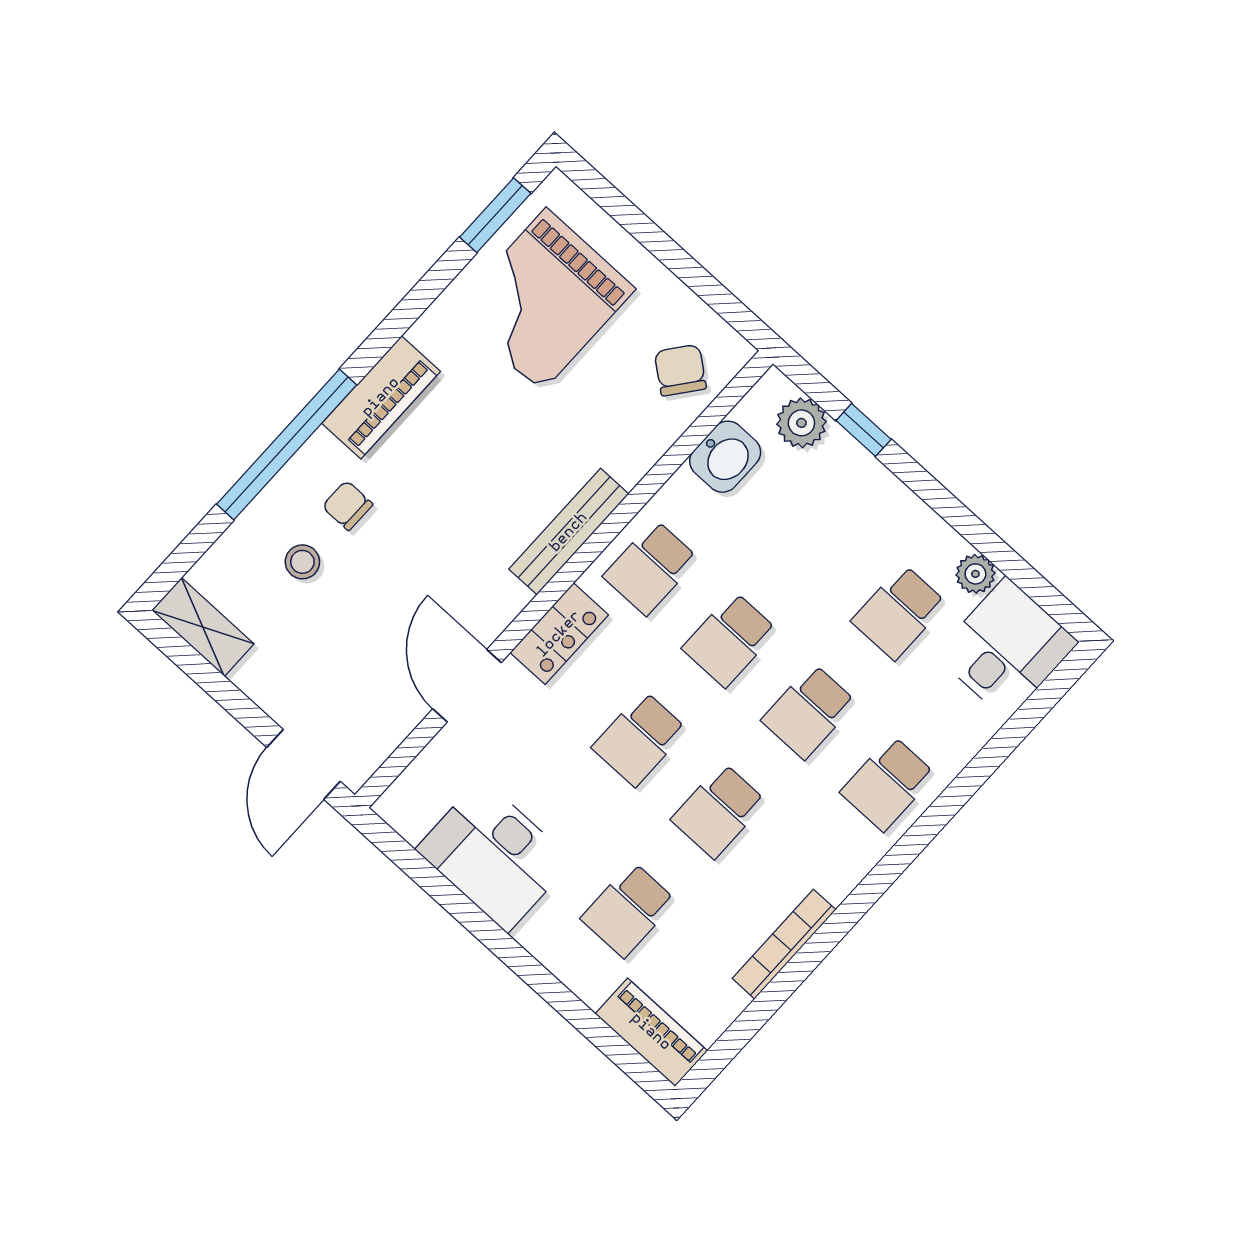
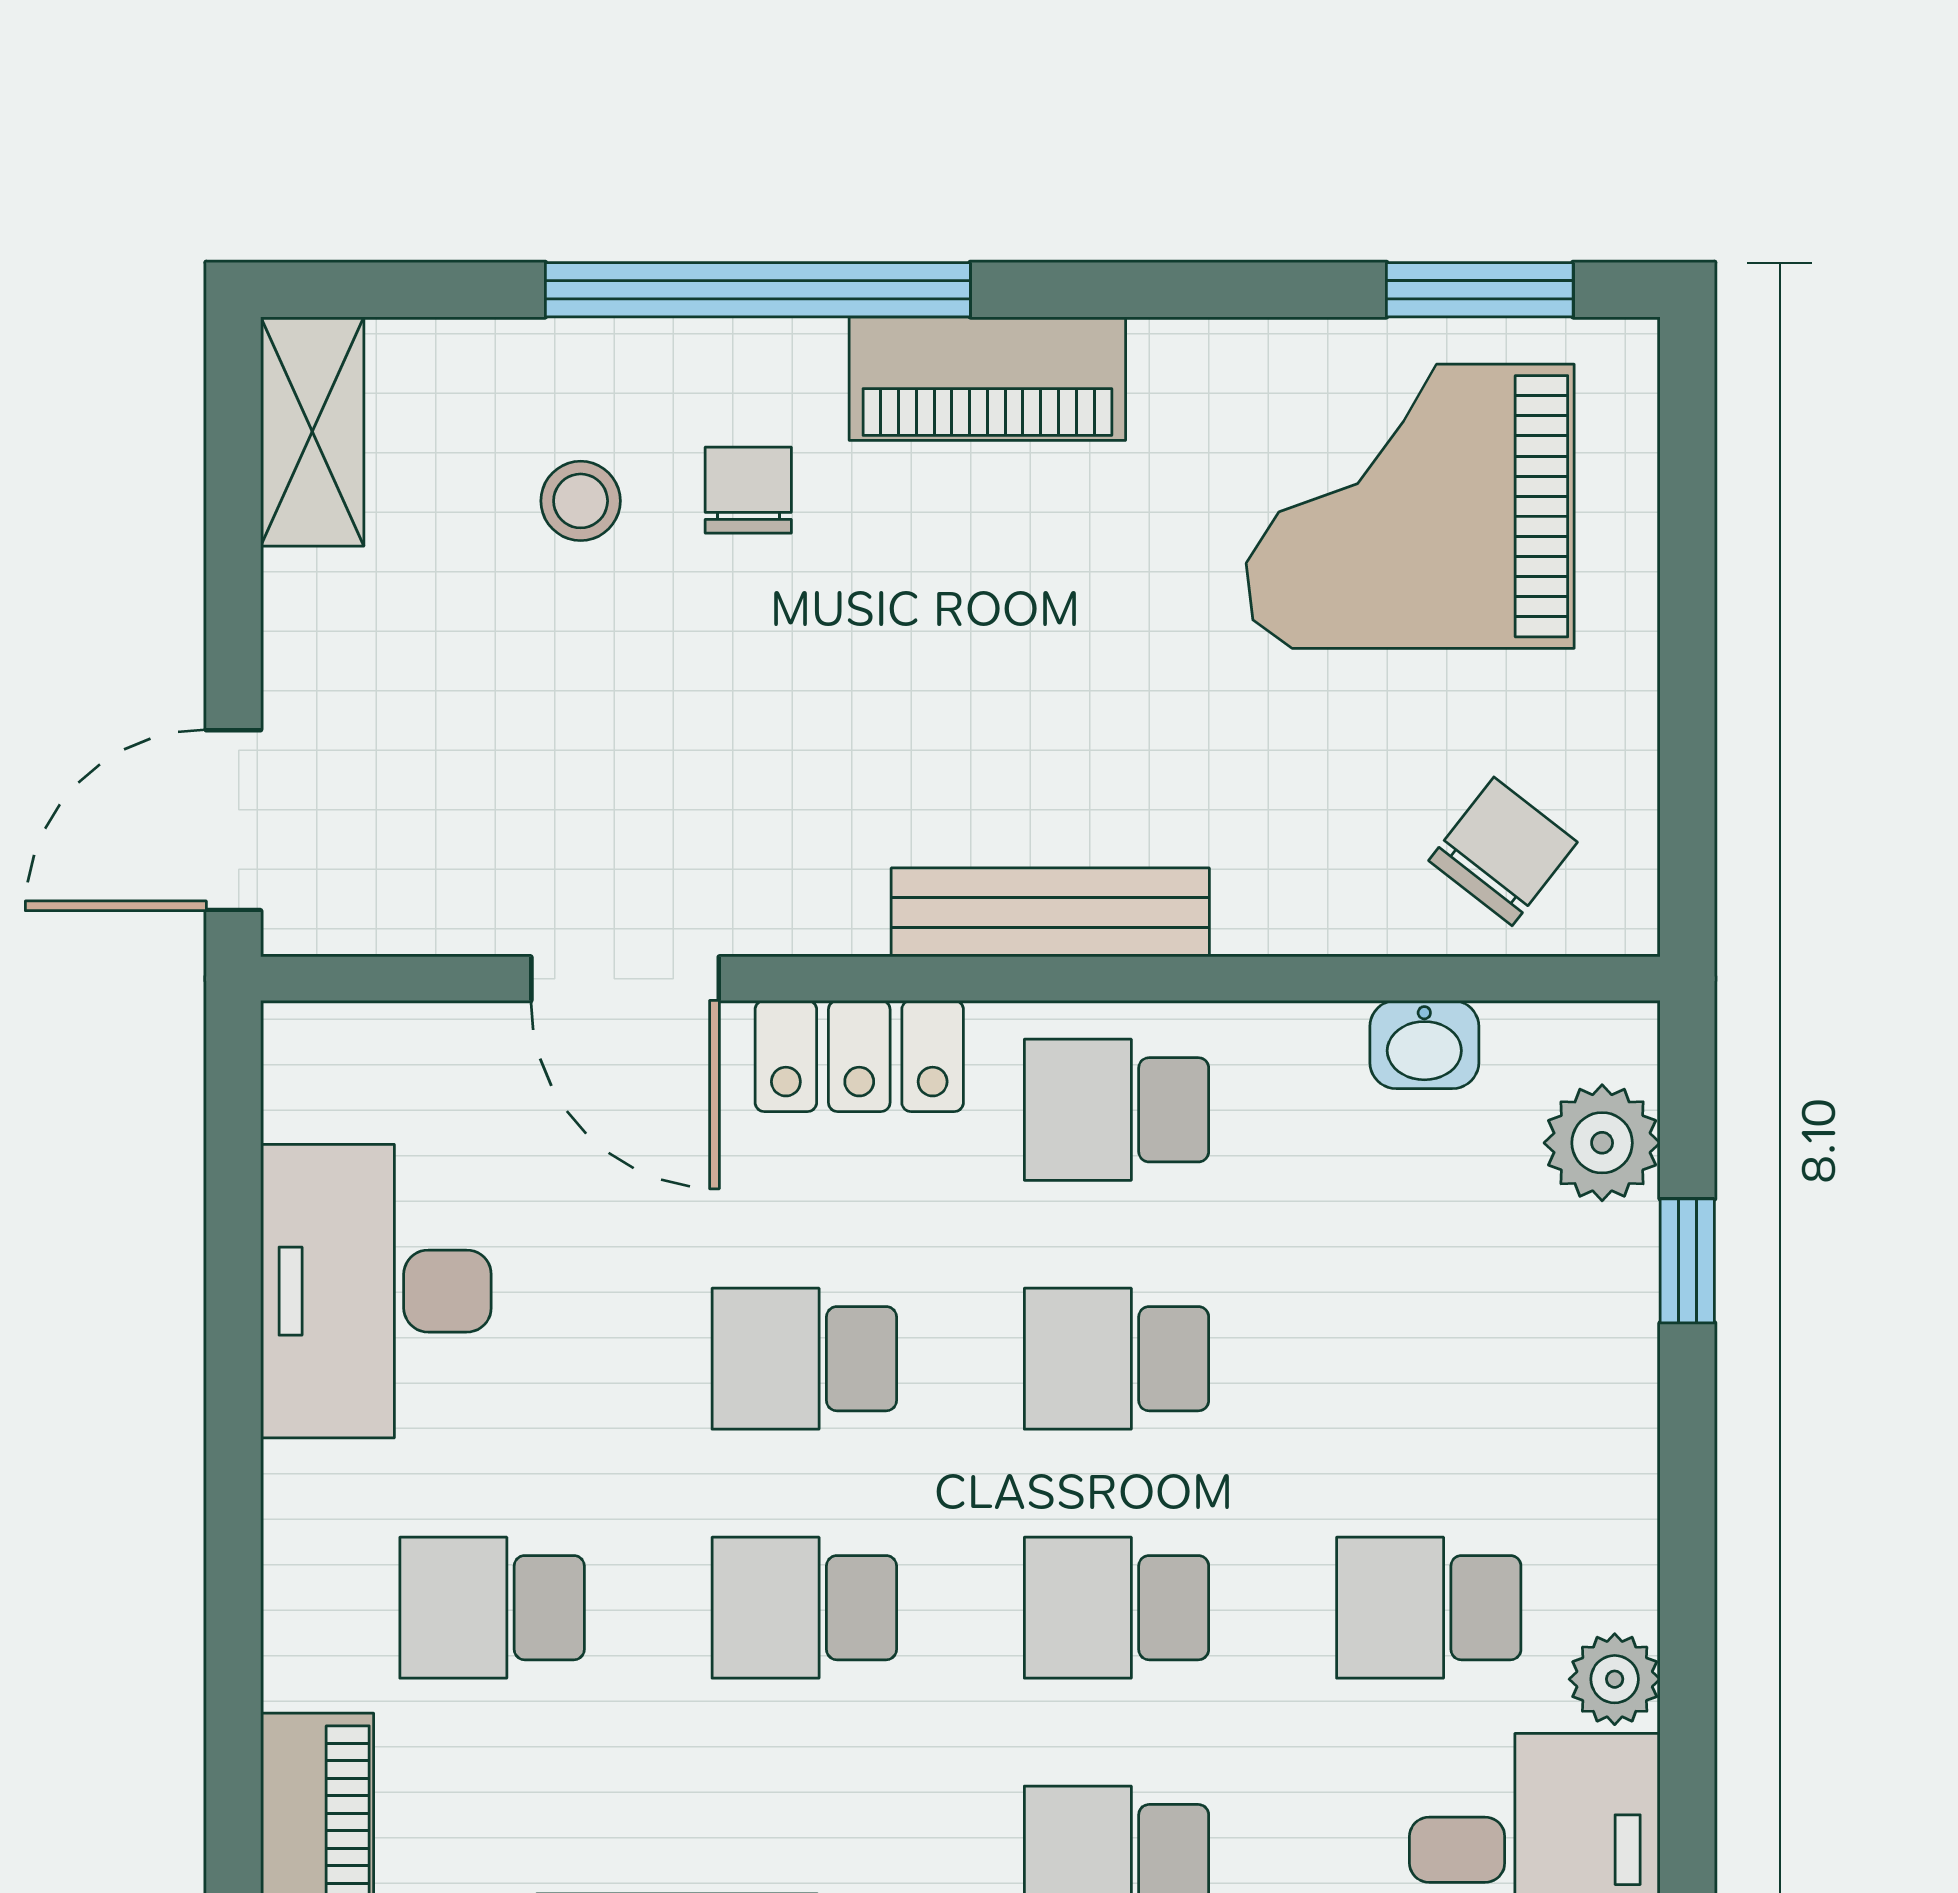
washbasin: (725, 457) -> (1424, 1044), width x0.72, depth x0.69
door: (467, 686) -> (625, 979), swing flipped

